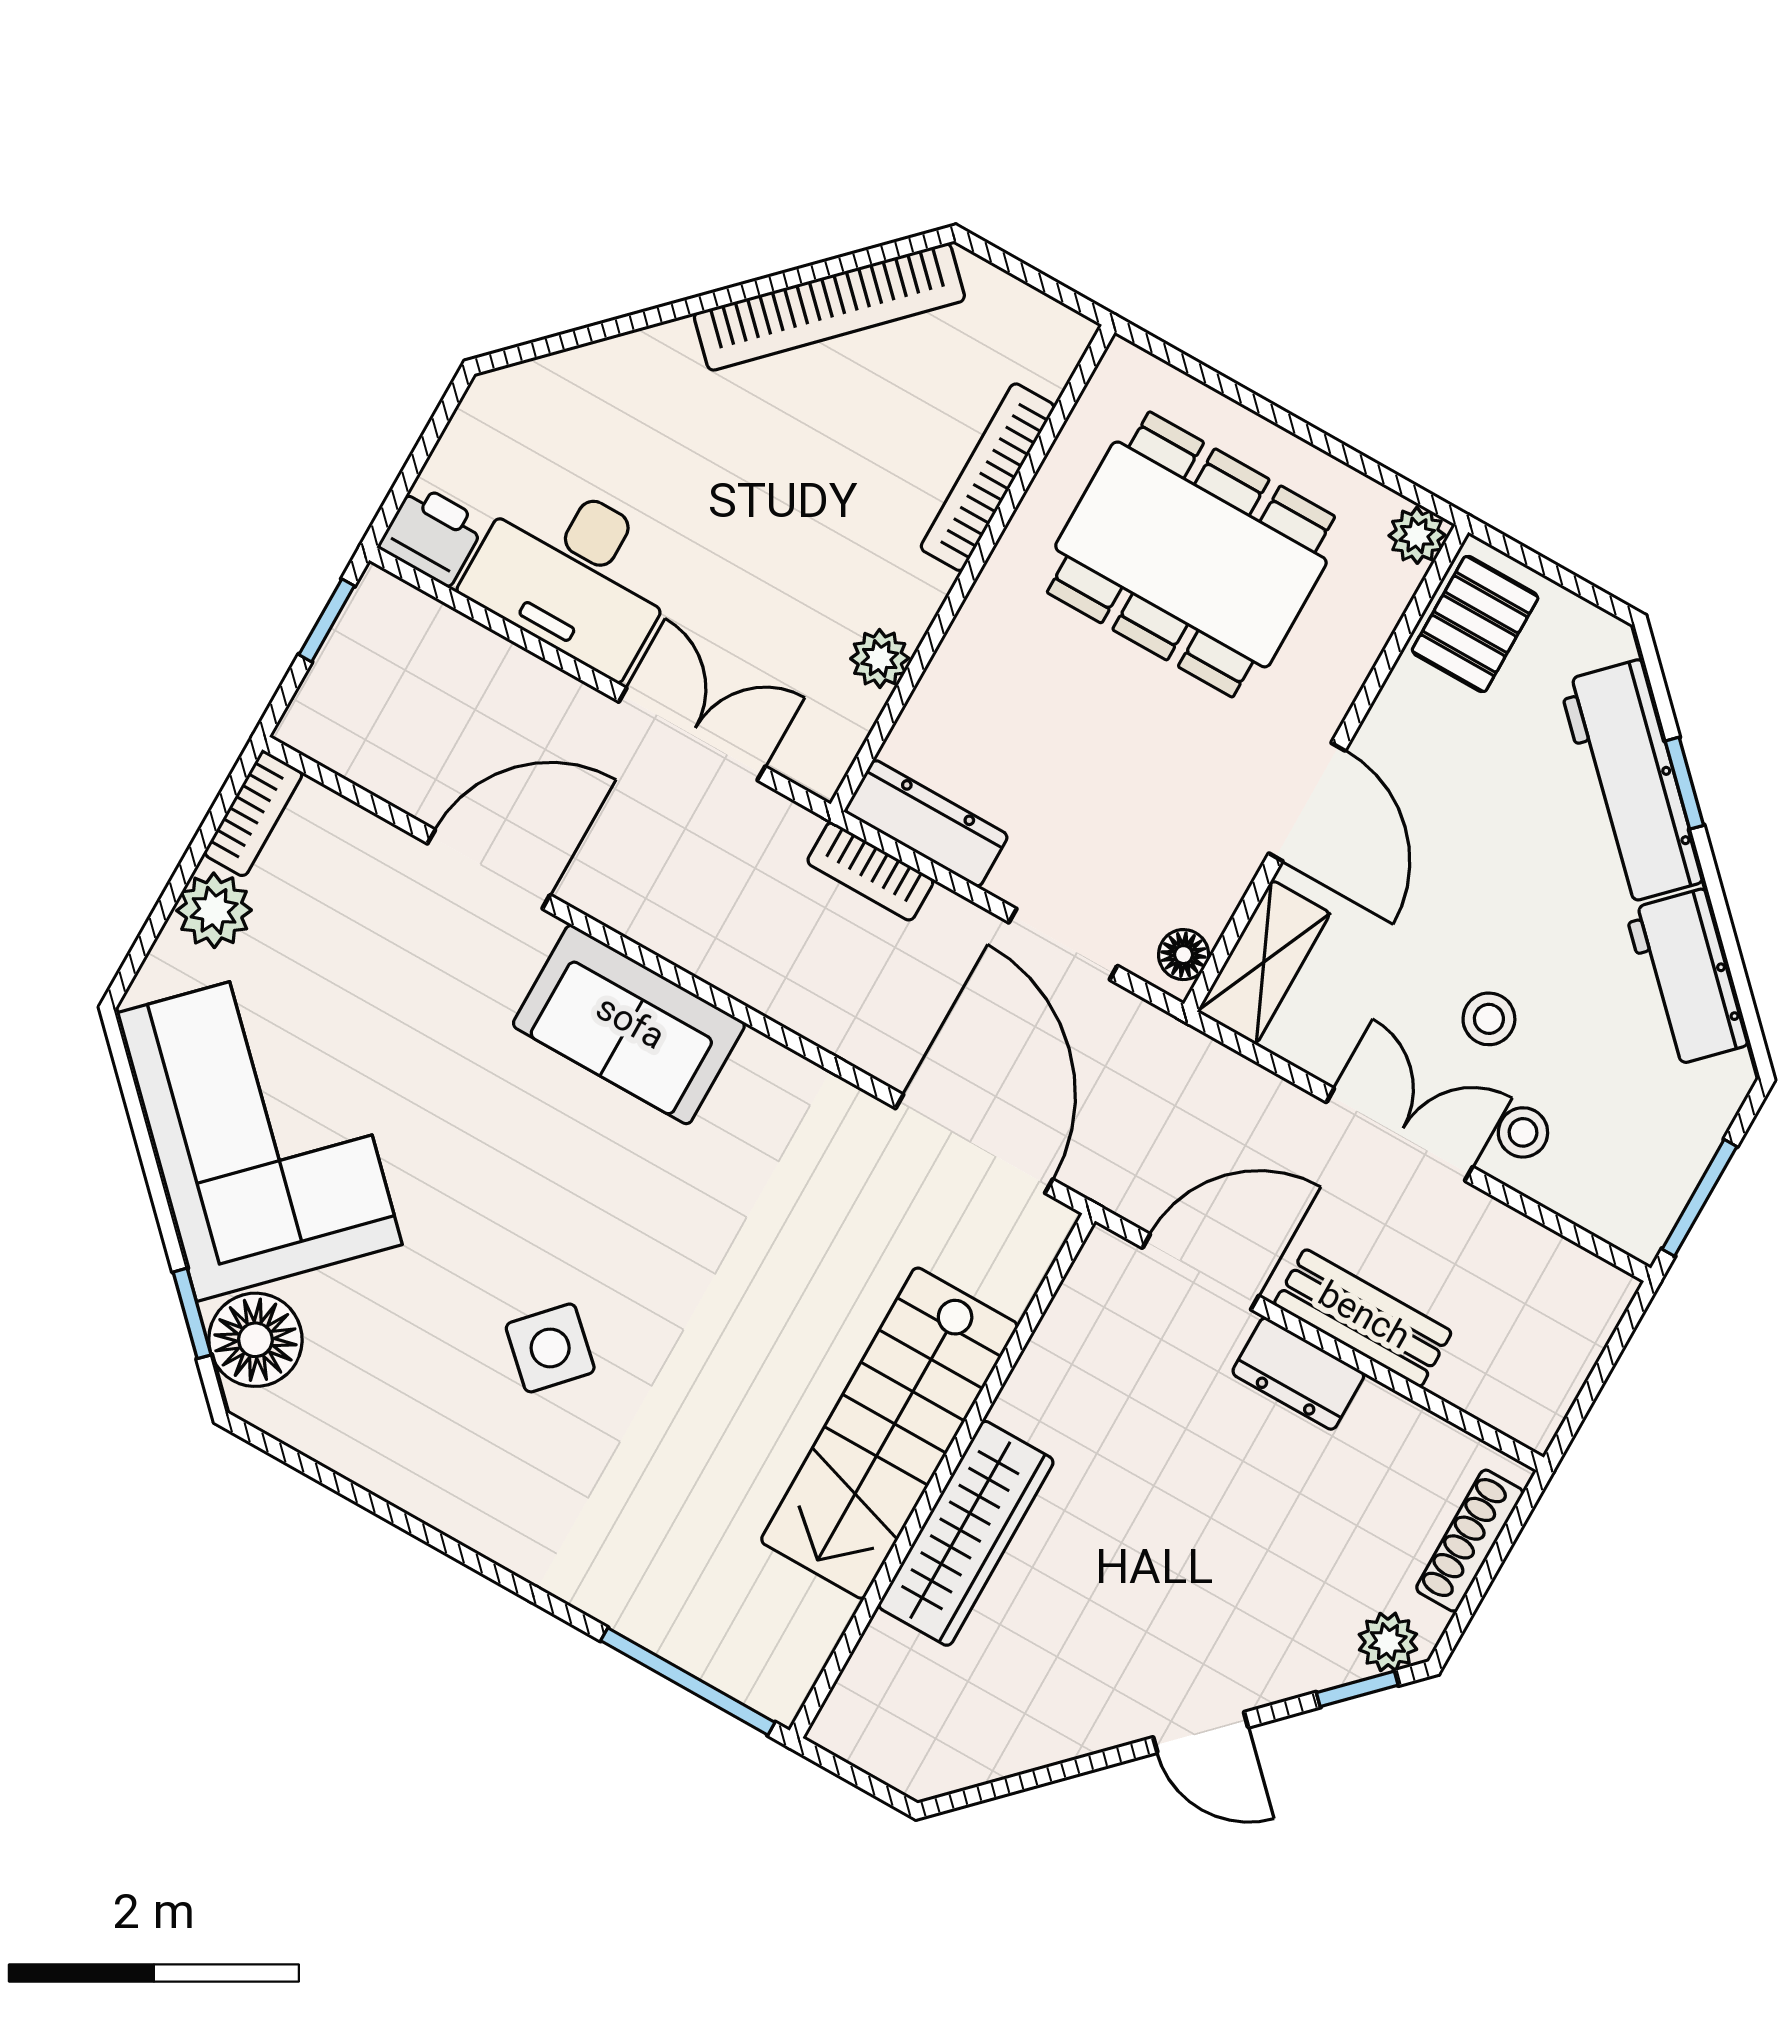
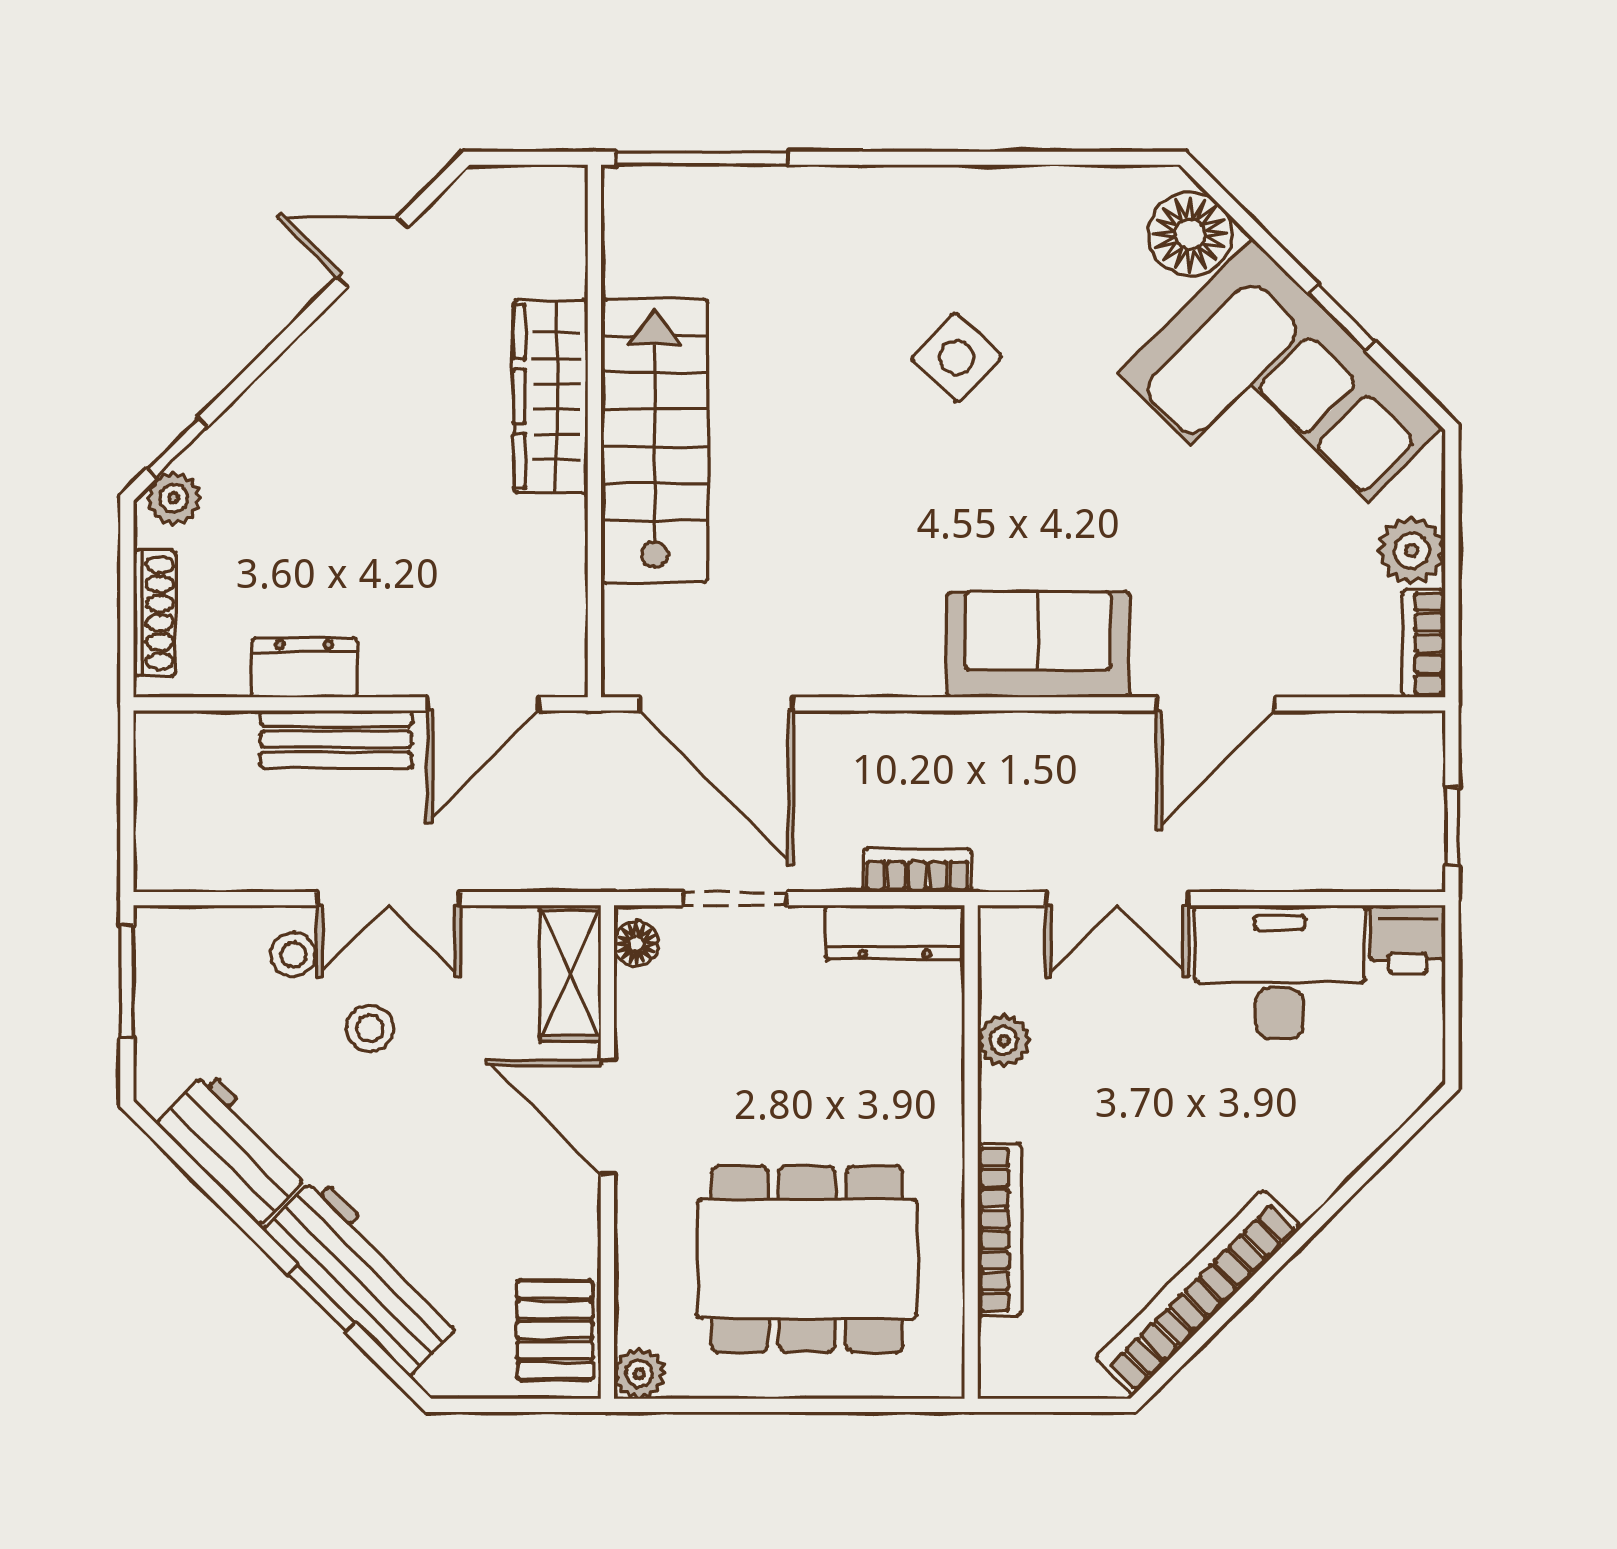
window: (192, 1313) -> (1342, 318), moved
dresser: (1298, 1374) -> (304, 668), moved
door: (1201, 1732) -> (373, 252), moved

